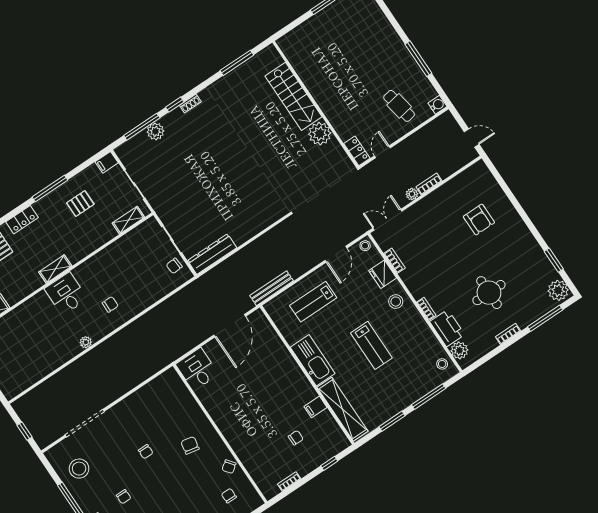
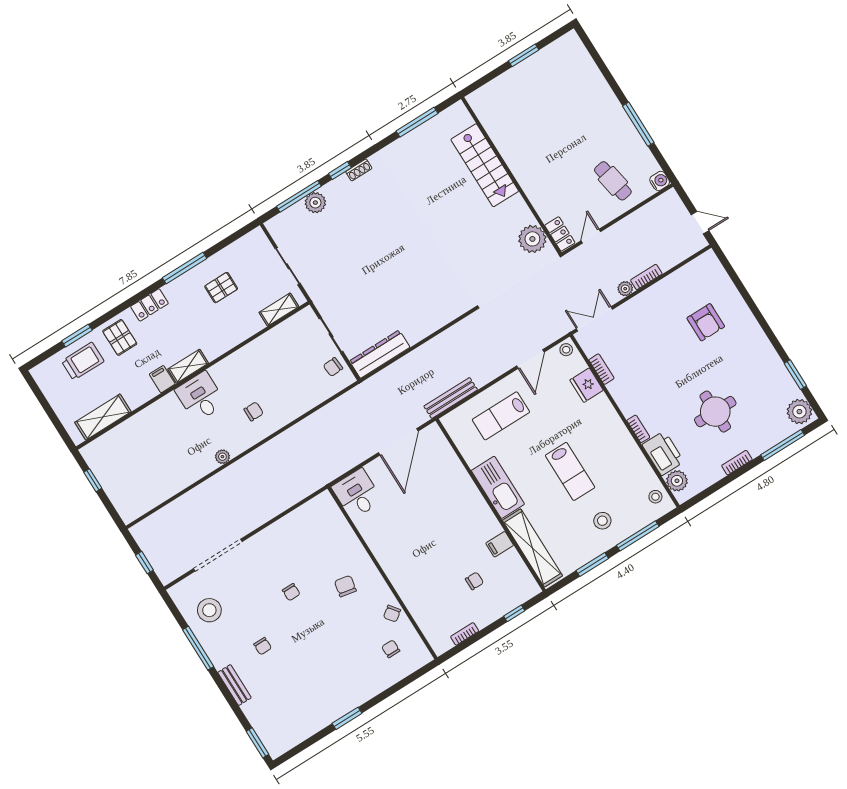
plant: (320, 134) -> (532, 239), moved
filing cabinet: (107, 162) -> (162, 379), moved, turned 90
stool: (396, 302) -> (602, 521), moved

